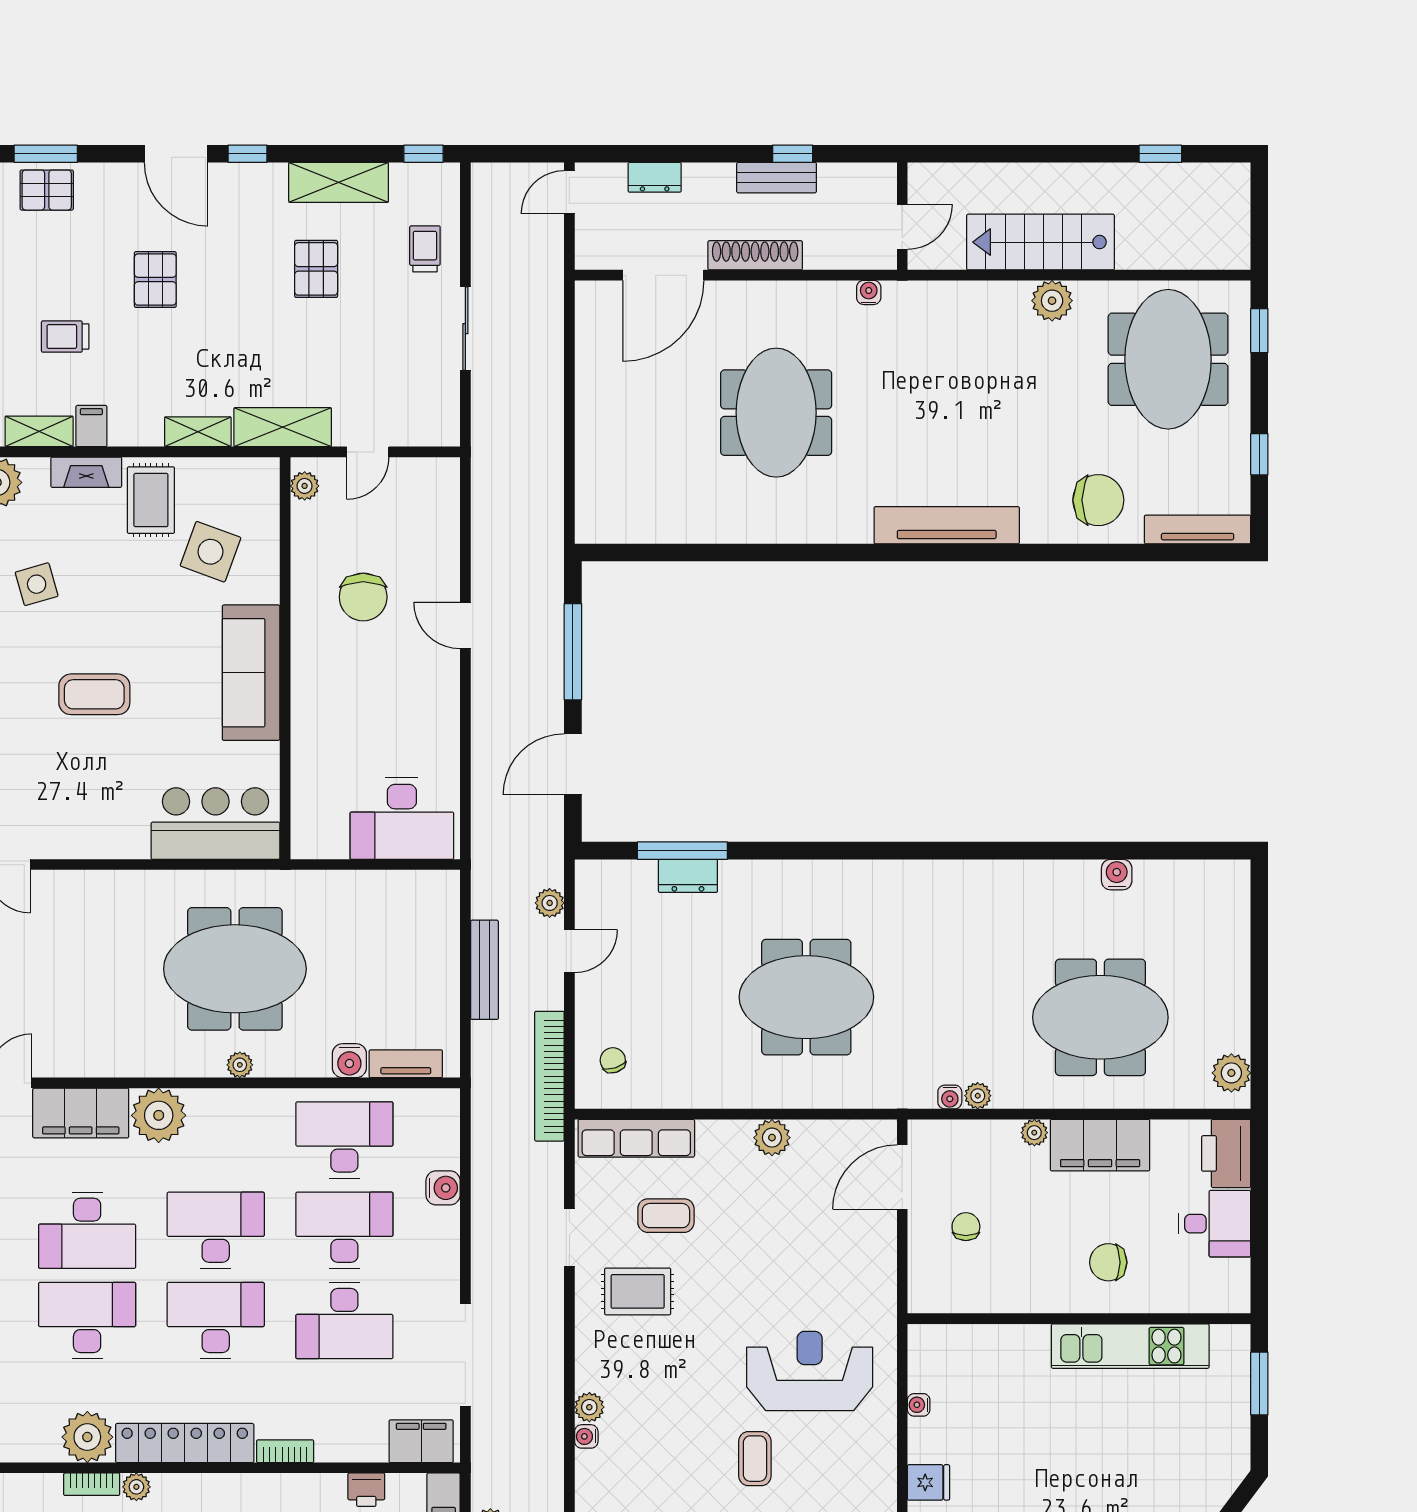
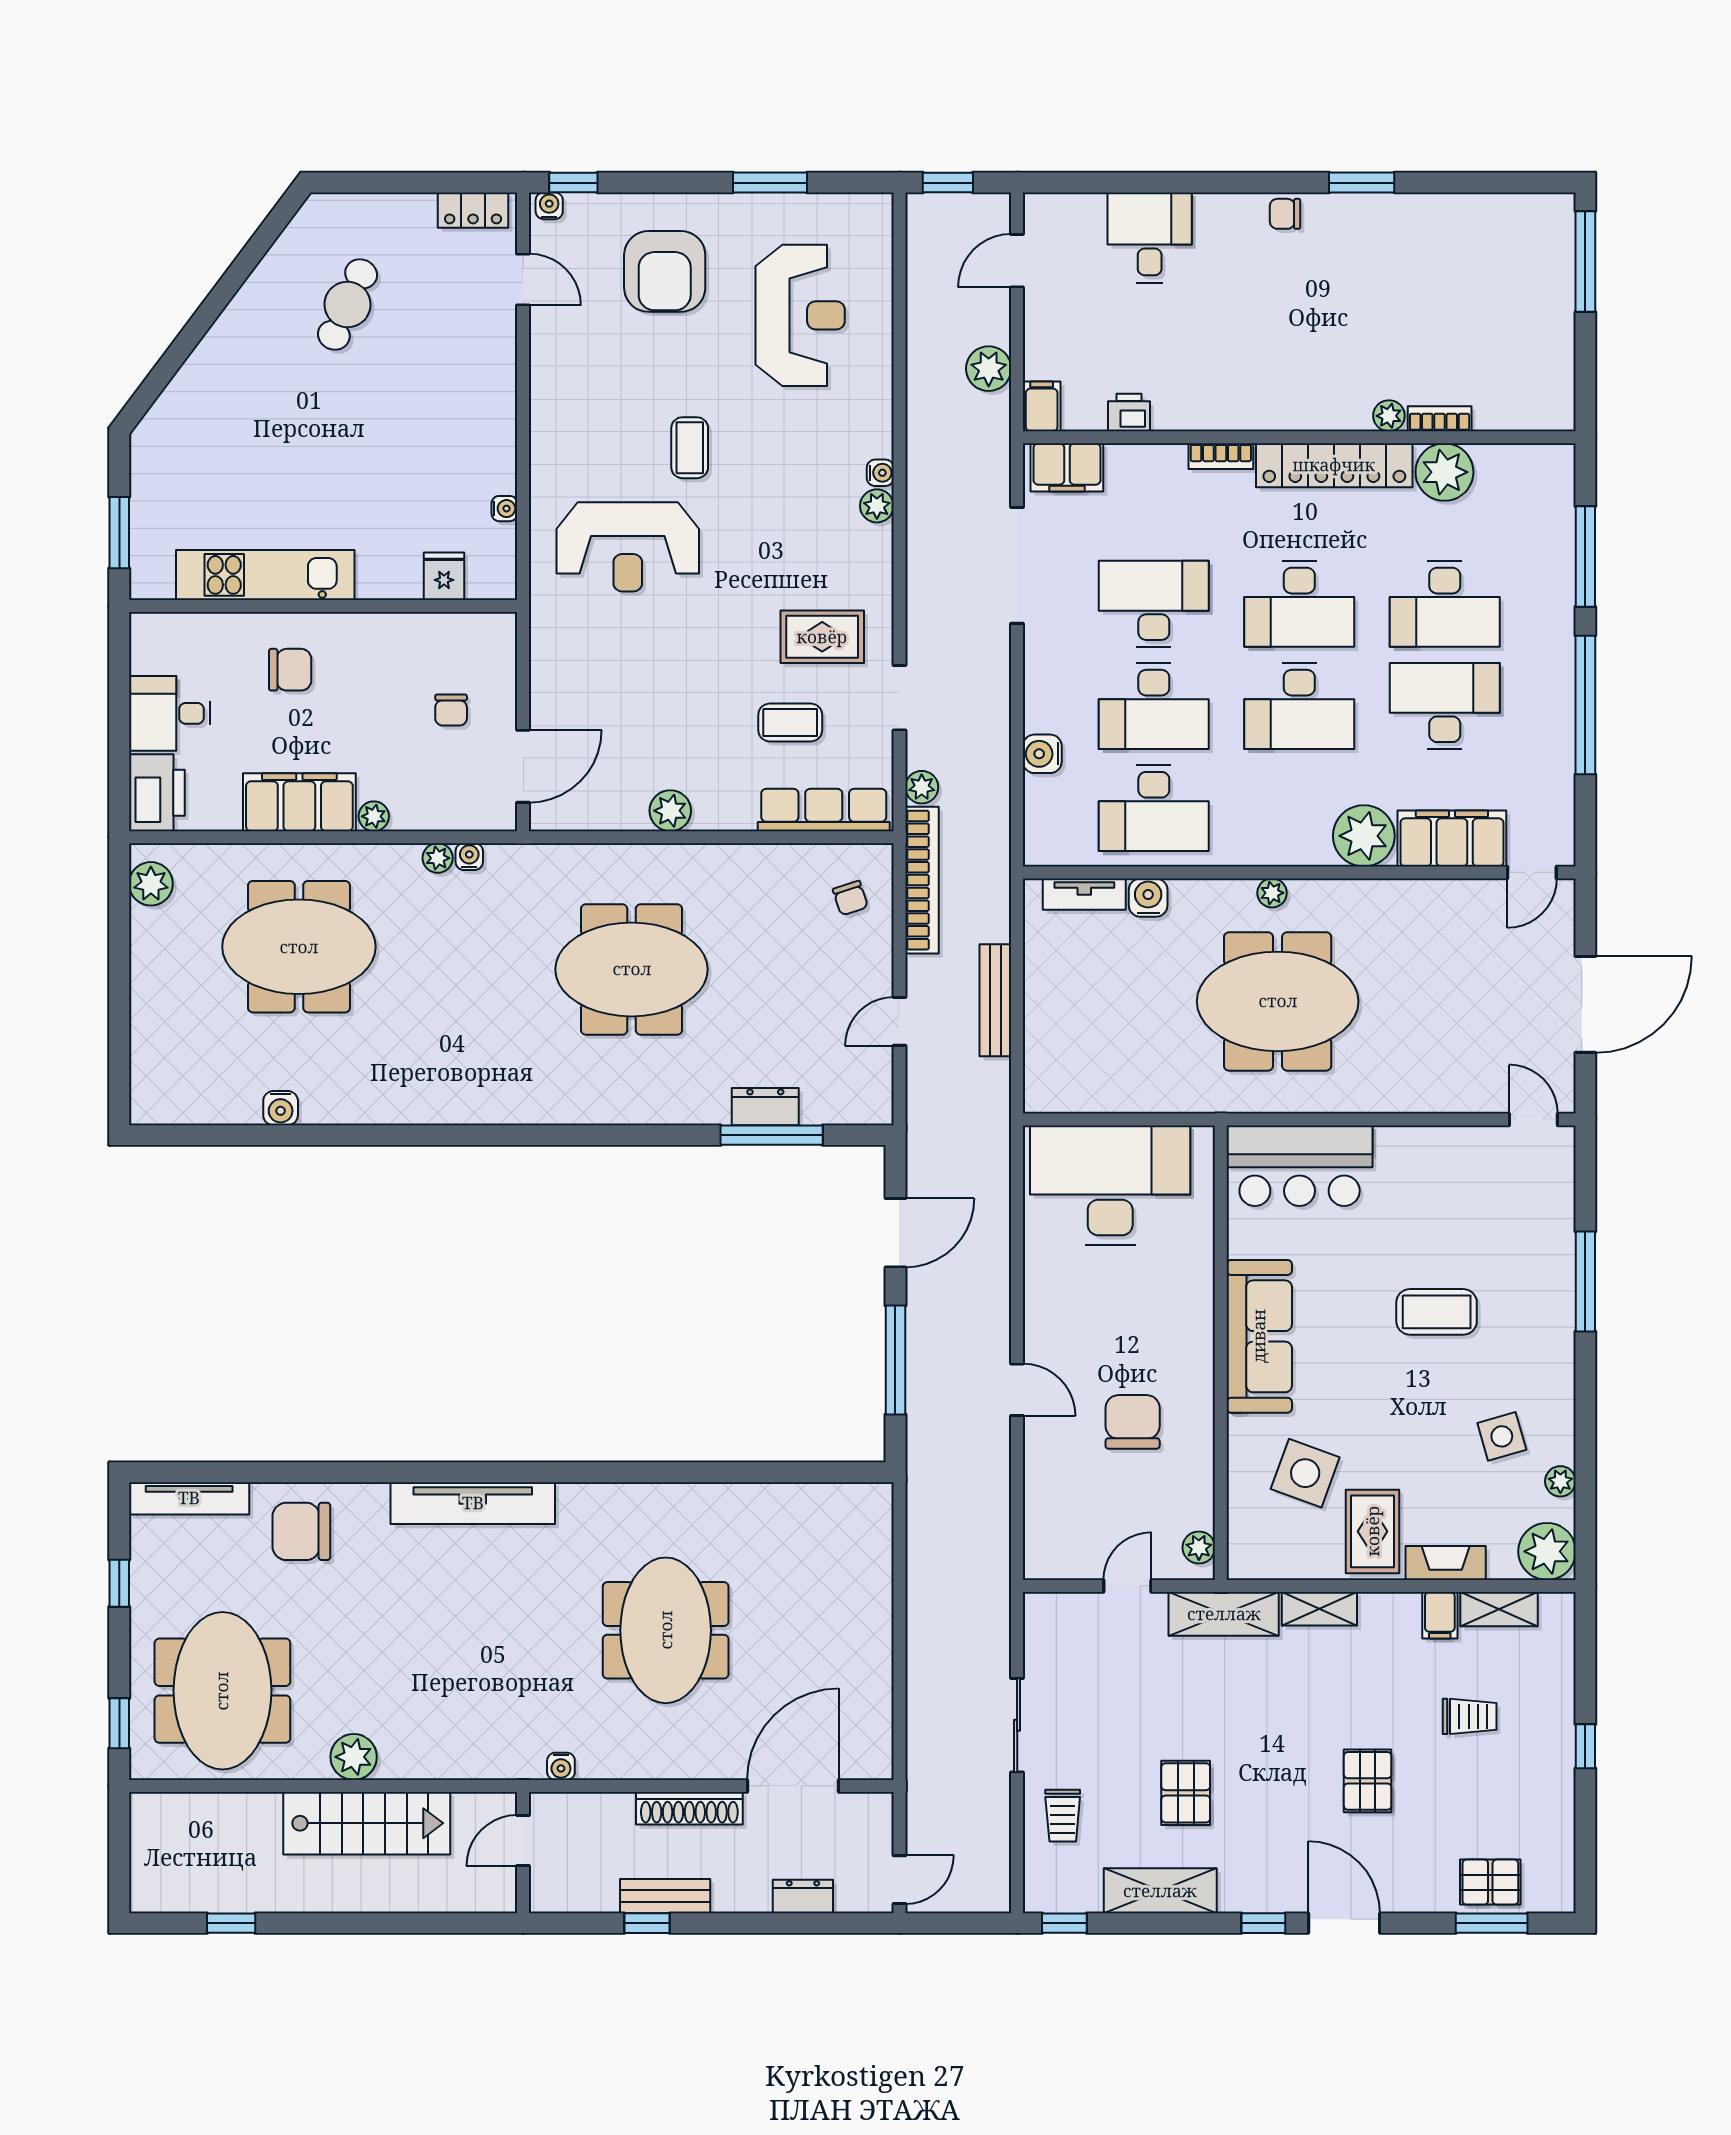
desk: (402, 819) -> (1110, 1185), width x1.36, depth x1.30
plant: (550, 903) -> (922, 787), moved
fridge: (929, 1482) -> (444, 576), moved, turned 90

